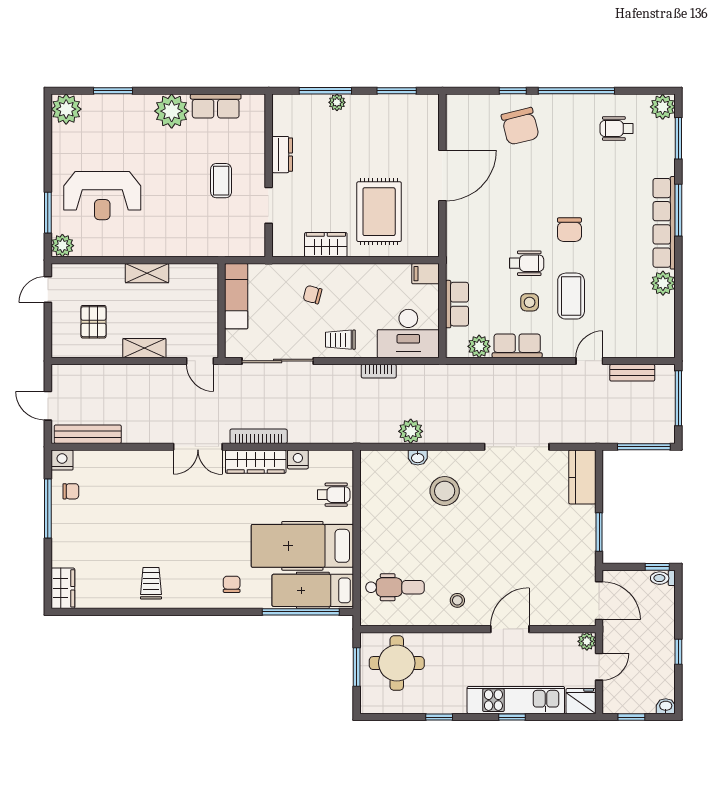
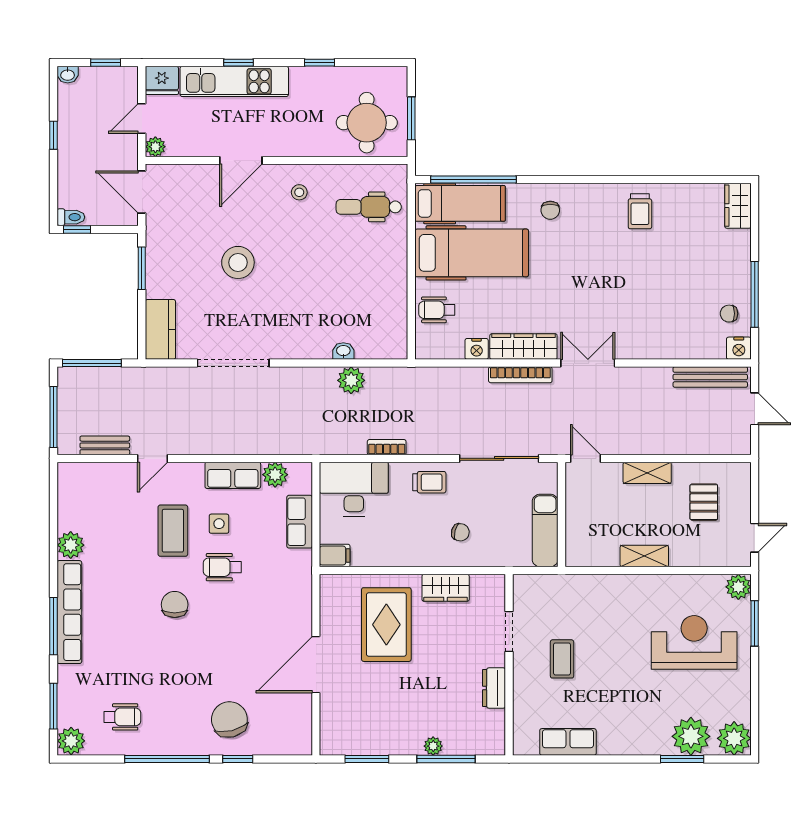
plant: (172, 111) -> (691, 736), moved
stool: (445, 491) -> (238, 262), moved

